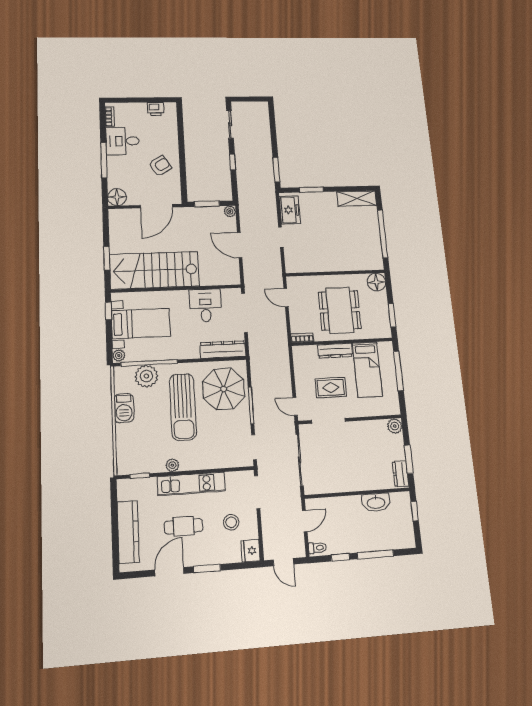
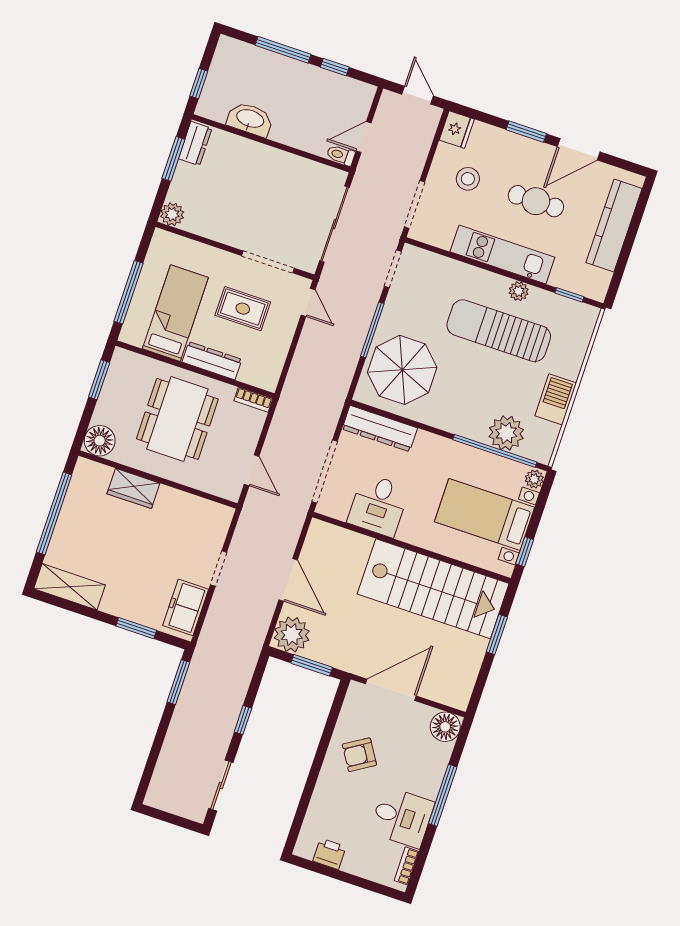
plant: (230, 211) -> (292, 635), width x1.88, depth x1.88
wardrobe: (346, 263) -> (133, 488), added
sun lounger: (183, 407) -> (499, 331), moved, turned -90
toilet: (317, 548) -> (341, 155), moved

